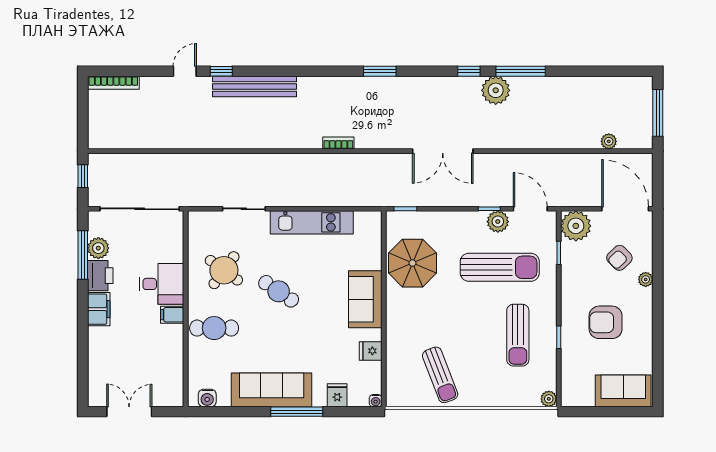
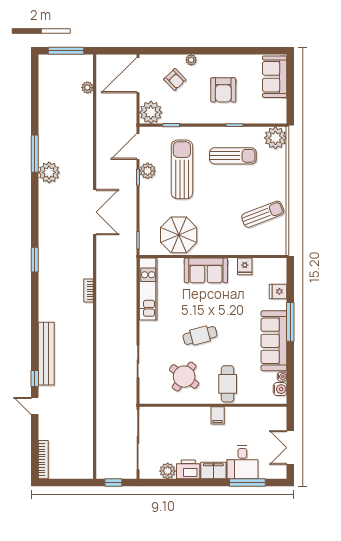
window: (469, 71) -> (35, 193), removed
kitchen unit: (312, 222) -> (148, 289), moved
window: (83, 255) -> (247, 483), moved
desk: (162, 284) -> (242, 462), moved, turned 180
cafe table: (279, 291) -> (200, 336), turned 41
plant: (549, 399) -> (275, 138), width x1.88, depth x1.88
water cooler: (376, 401) -> (282, 377), moved

